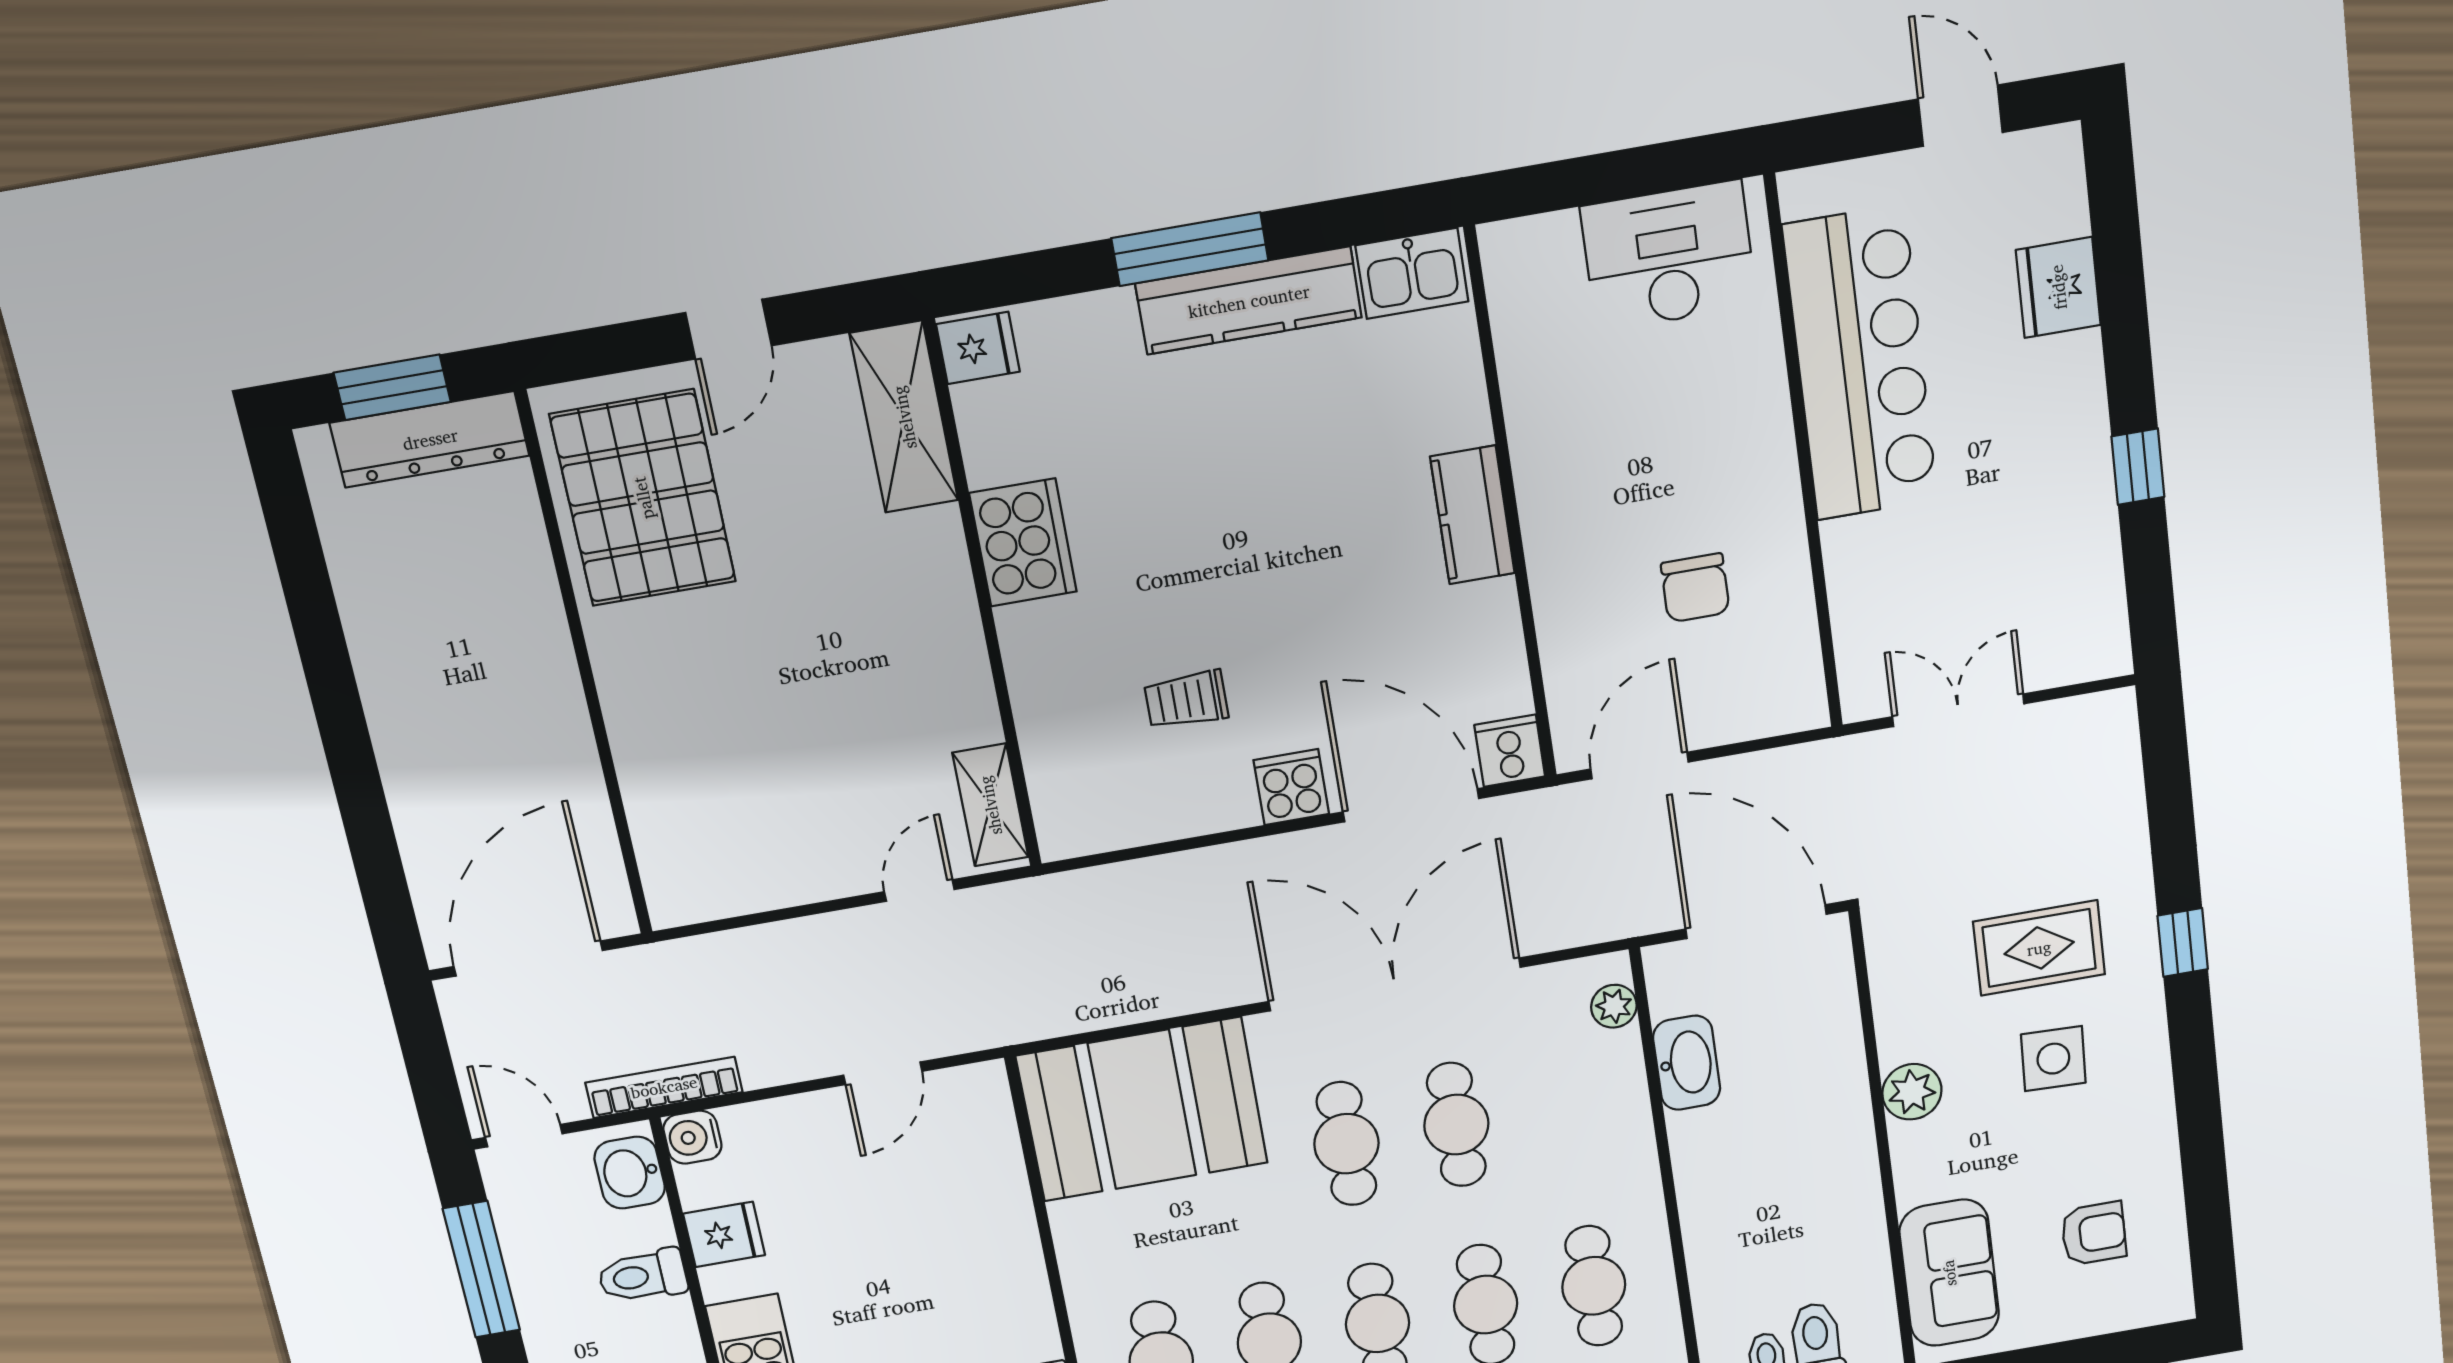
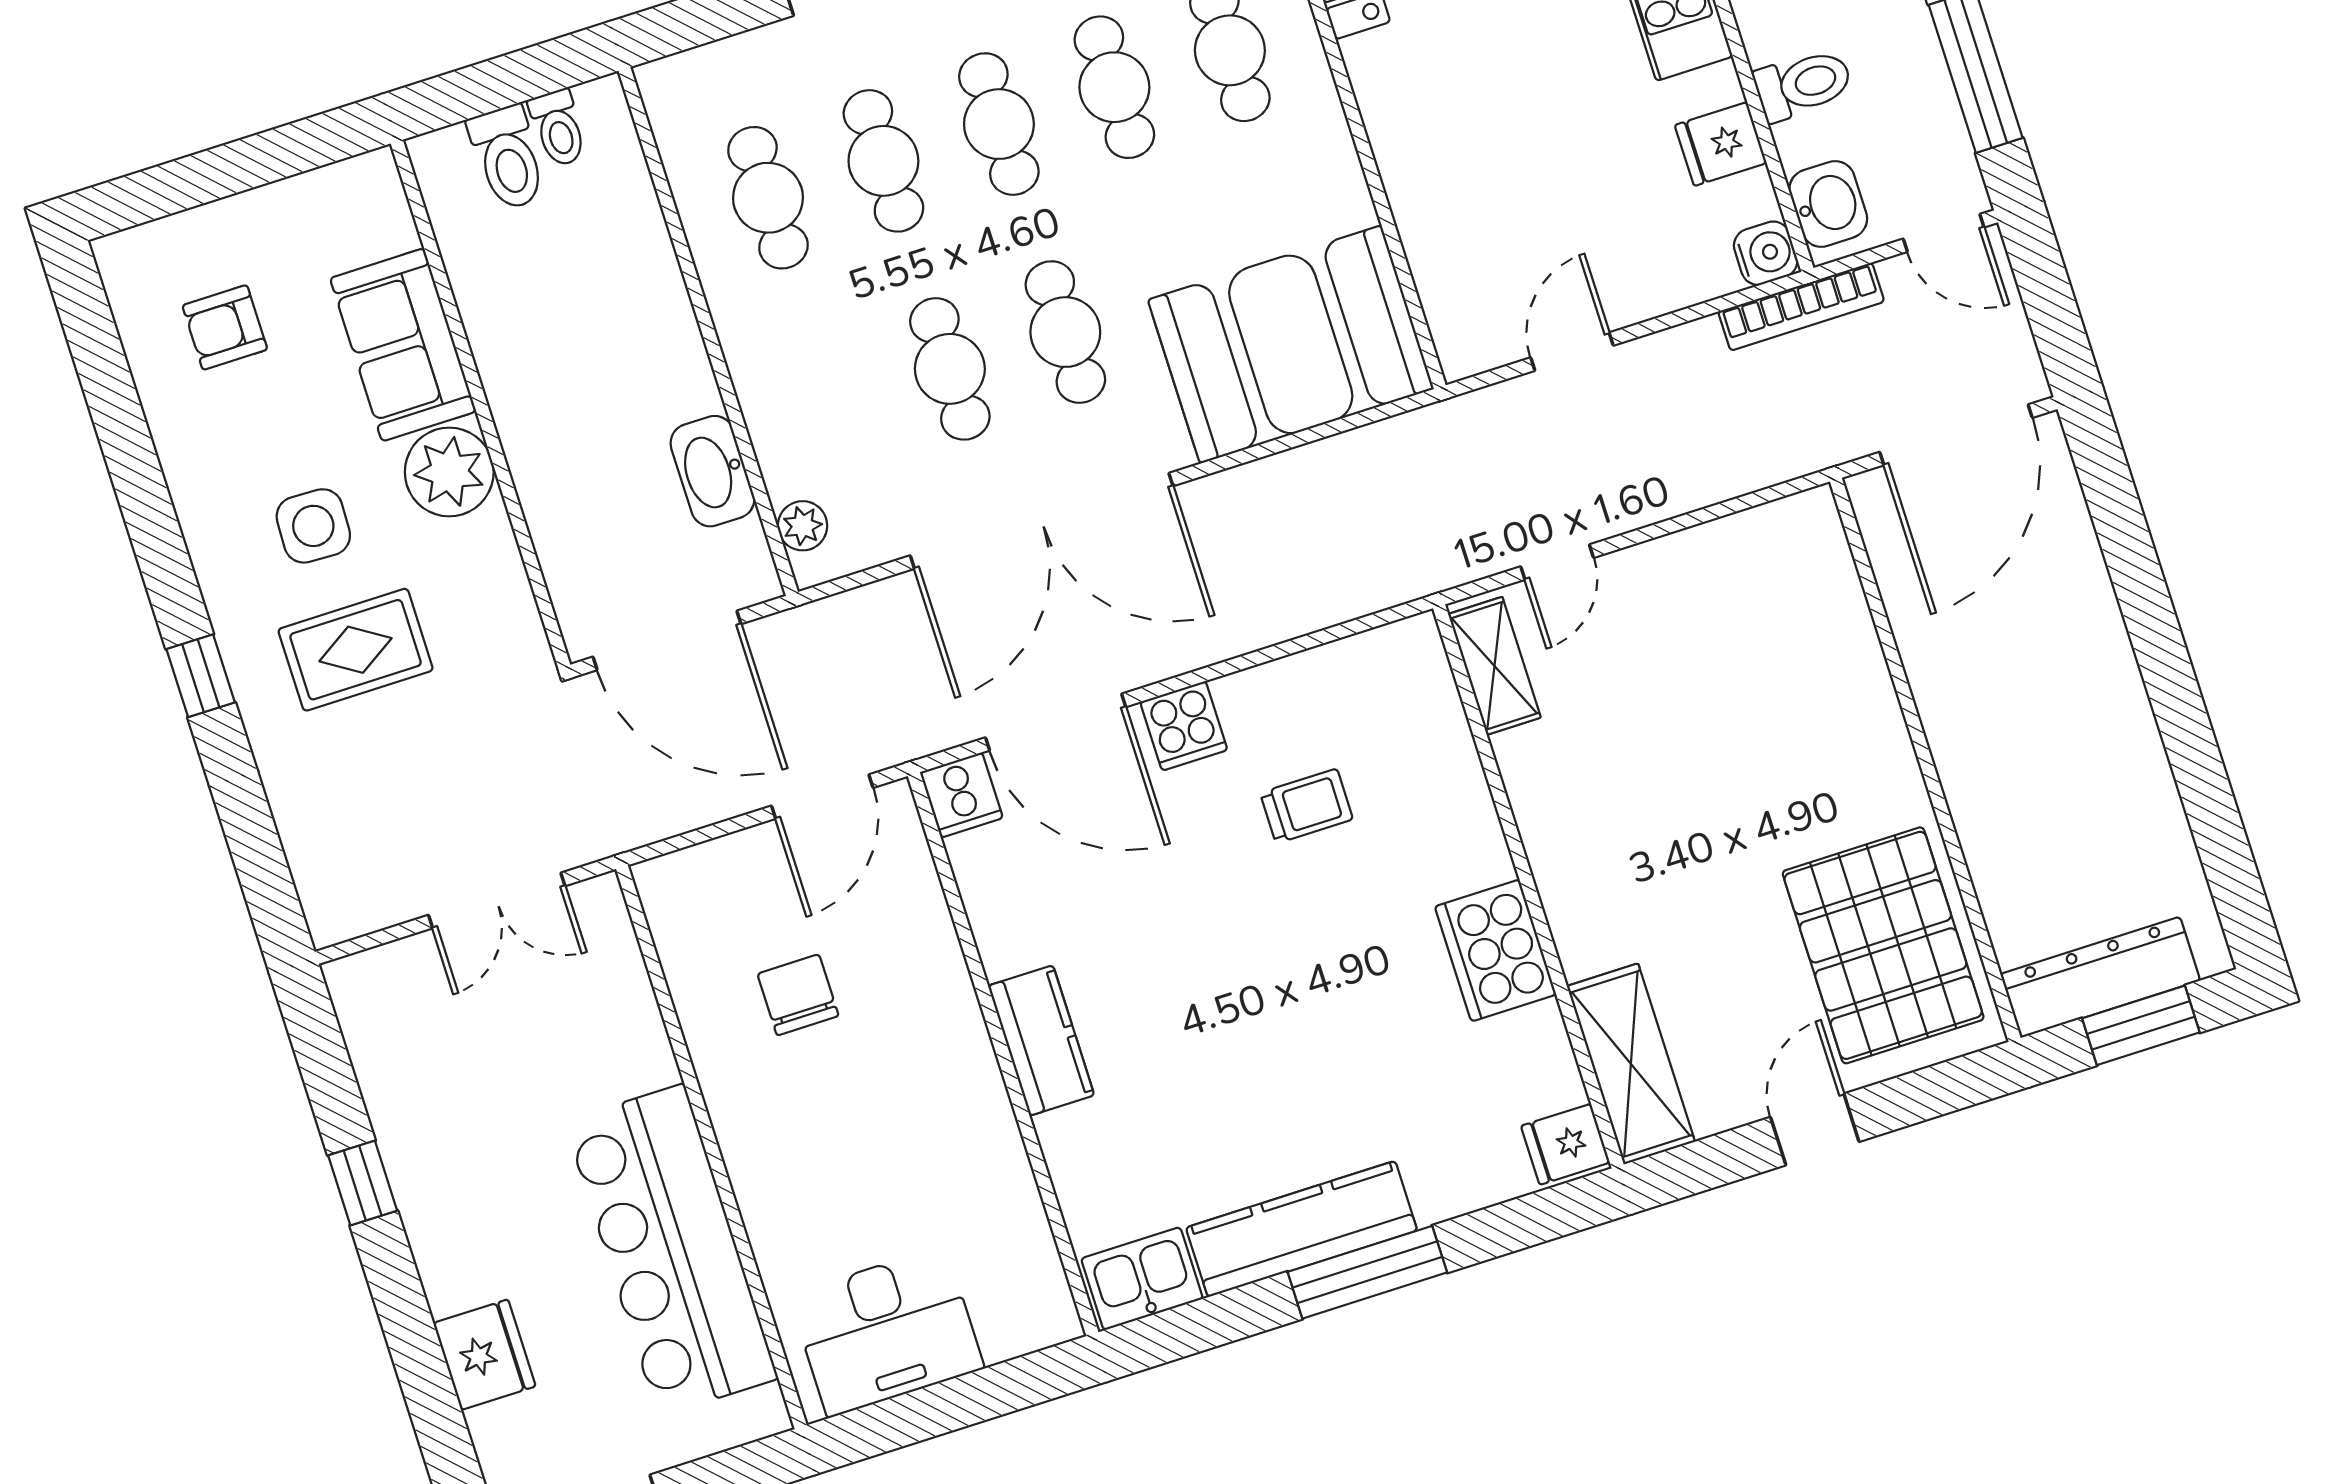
plant: (1912, 1092) -> (449, 472), width x1.36, depth x1.36
sofa: (1949, 1273) -> (403, 345), moved

